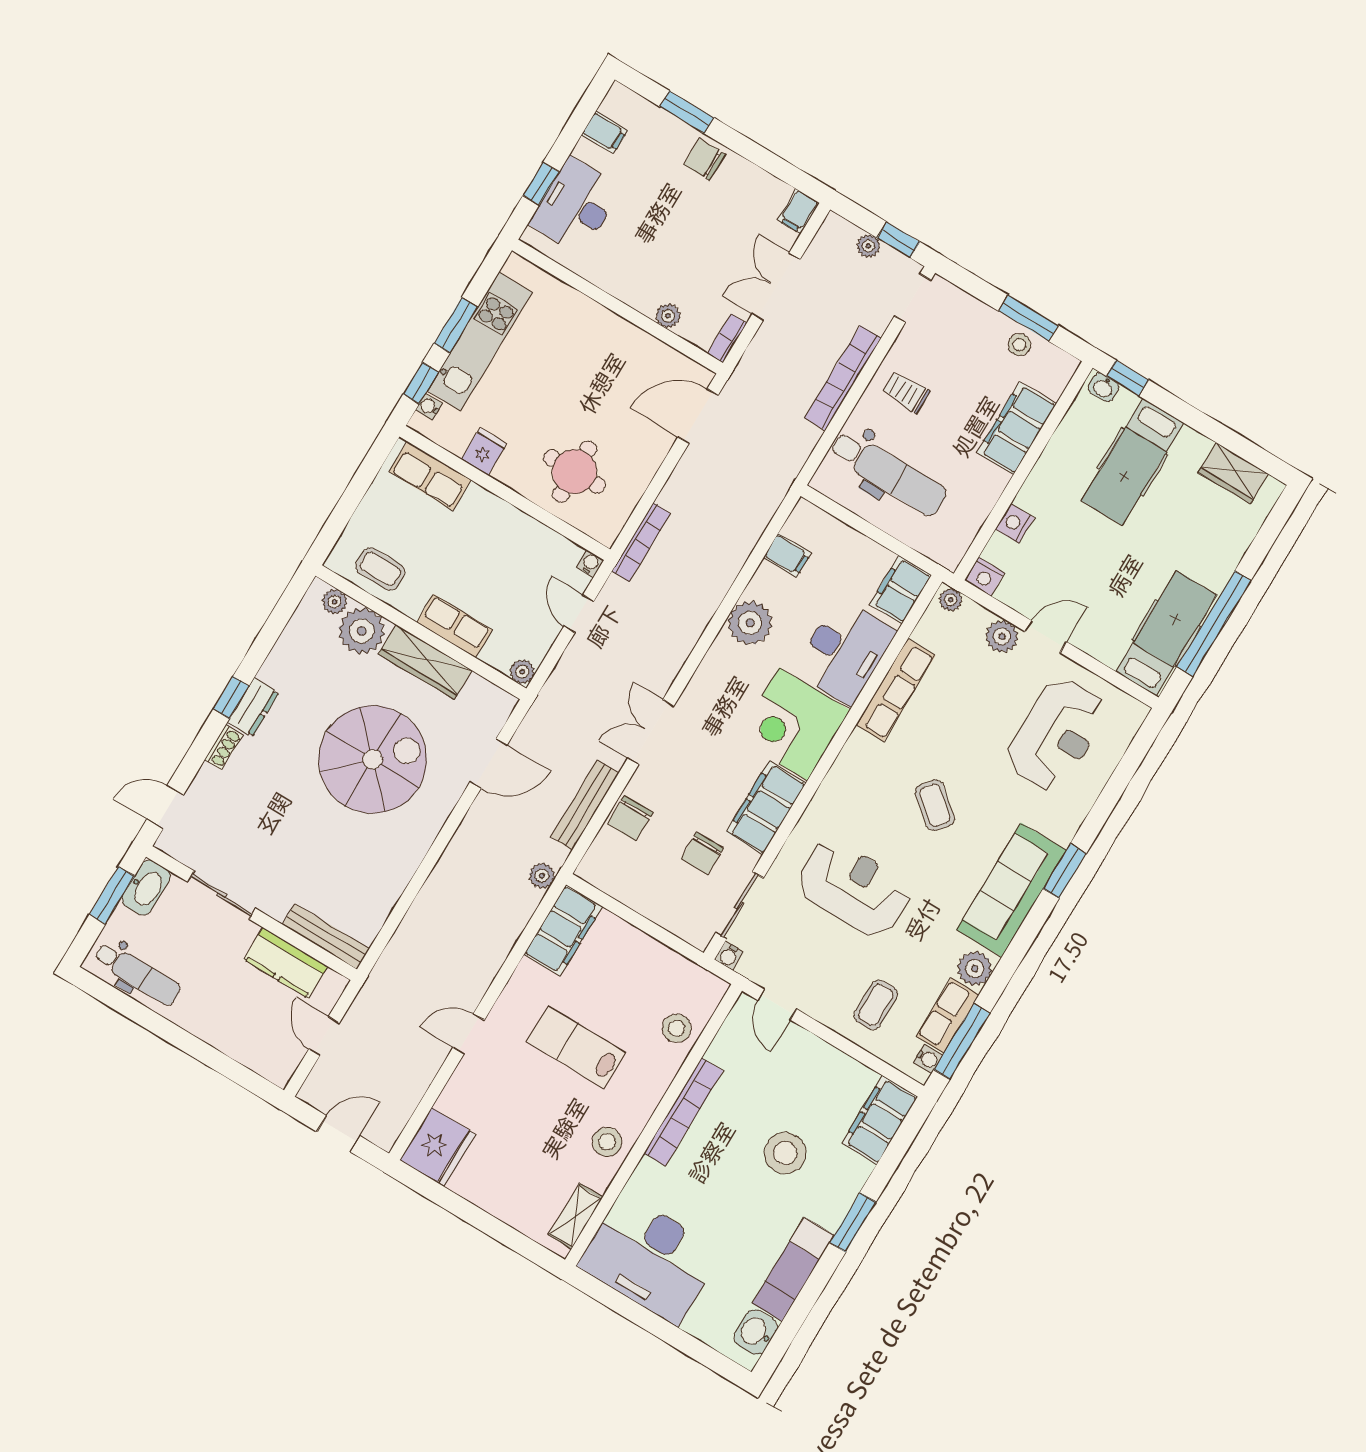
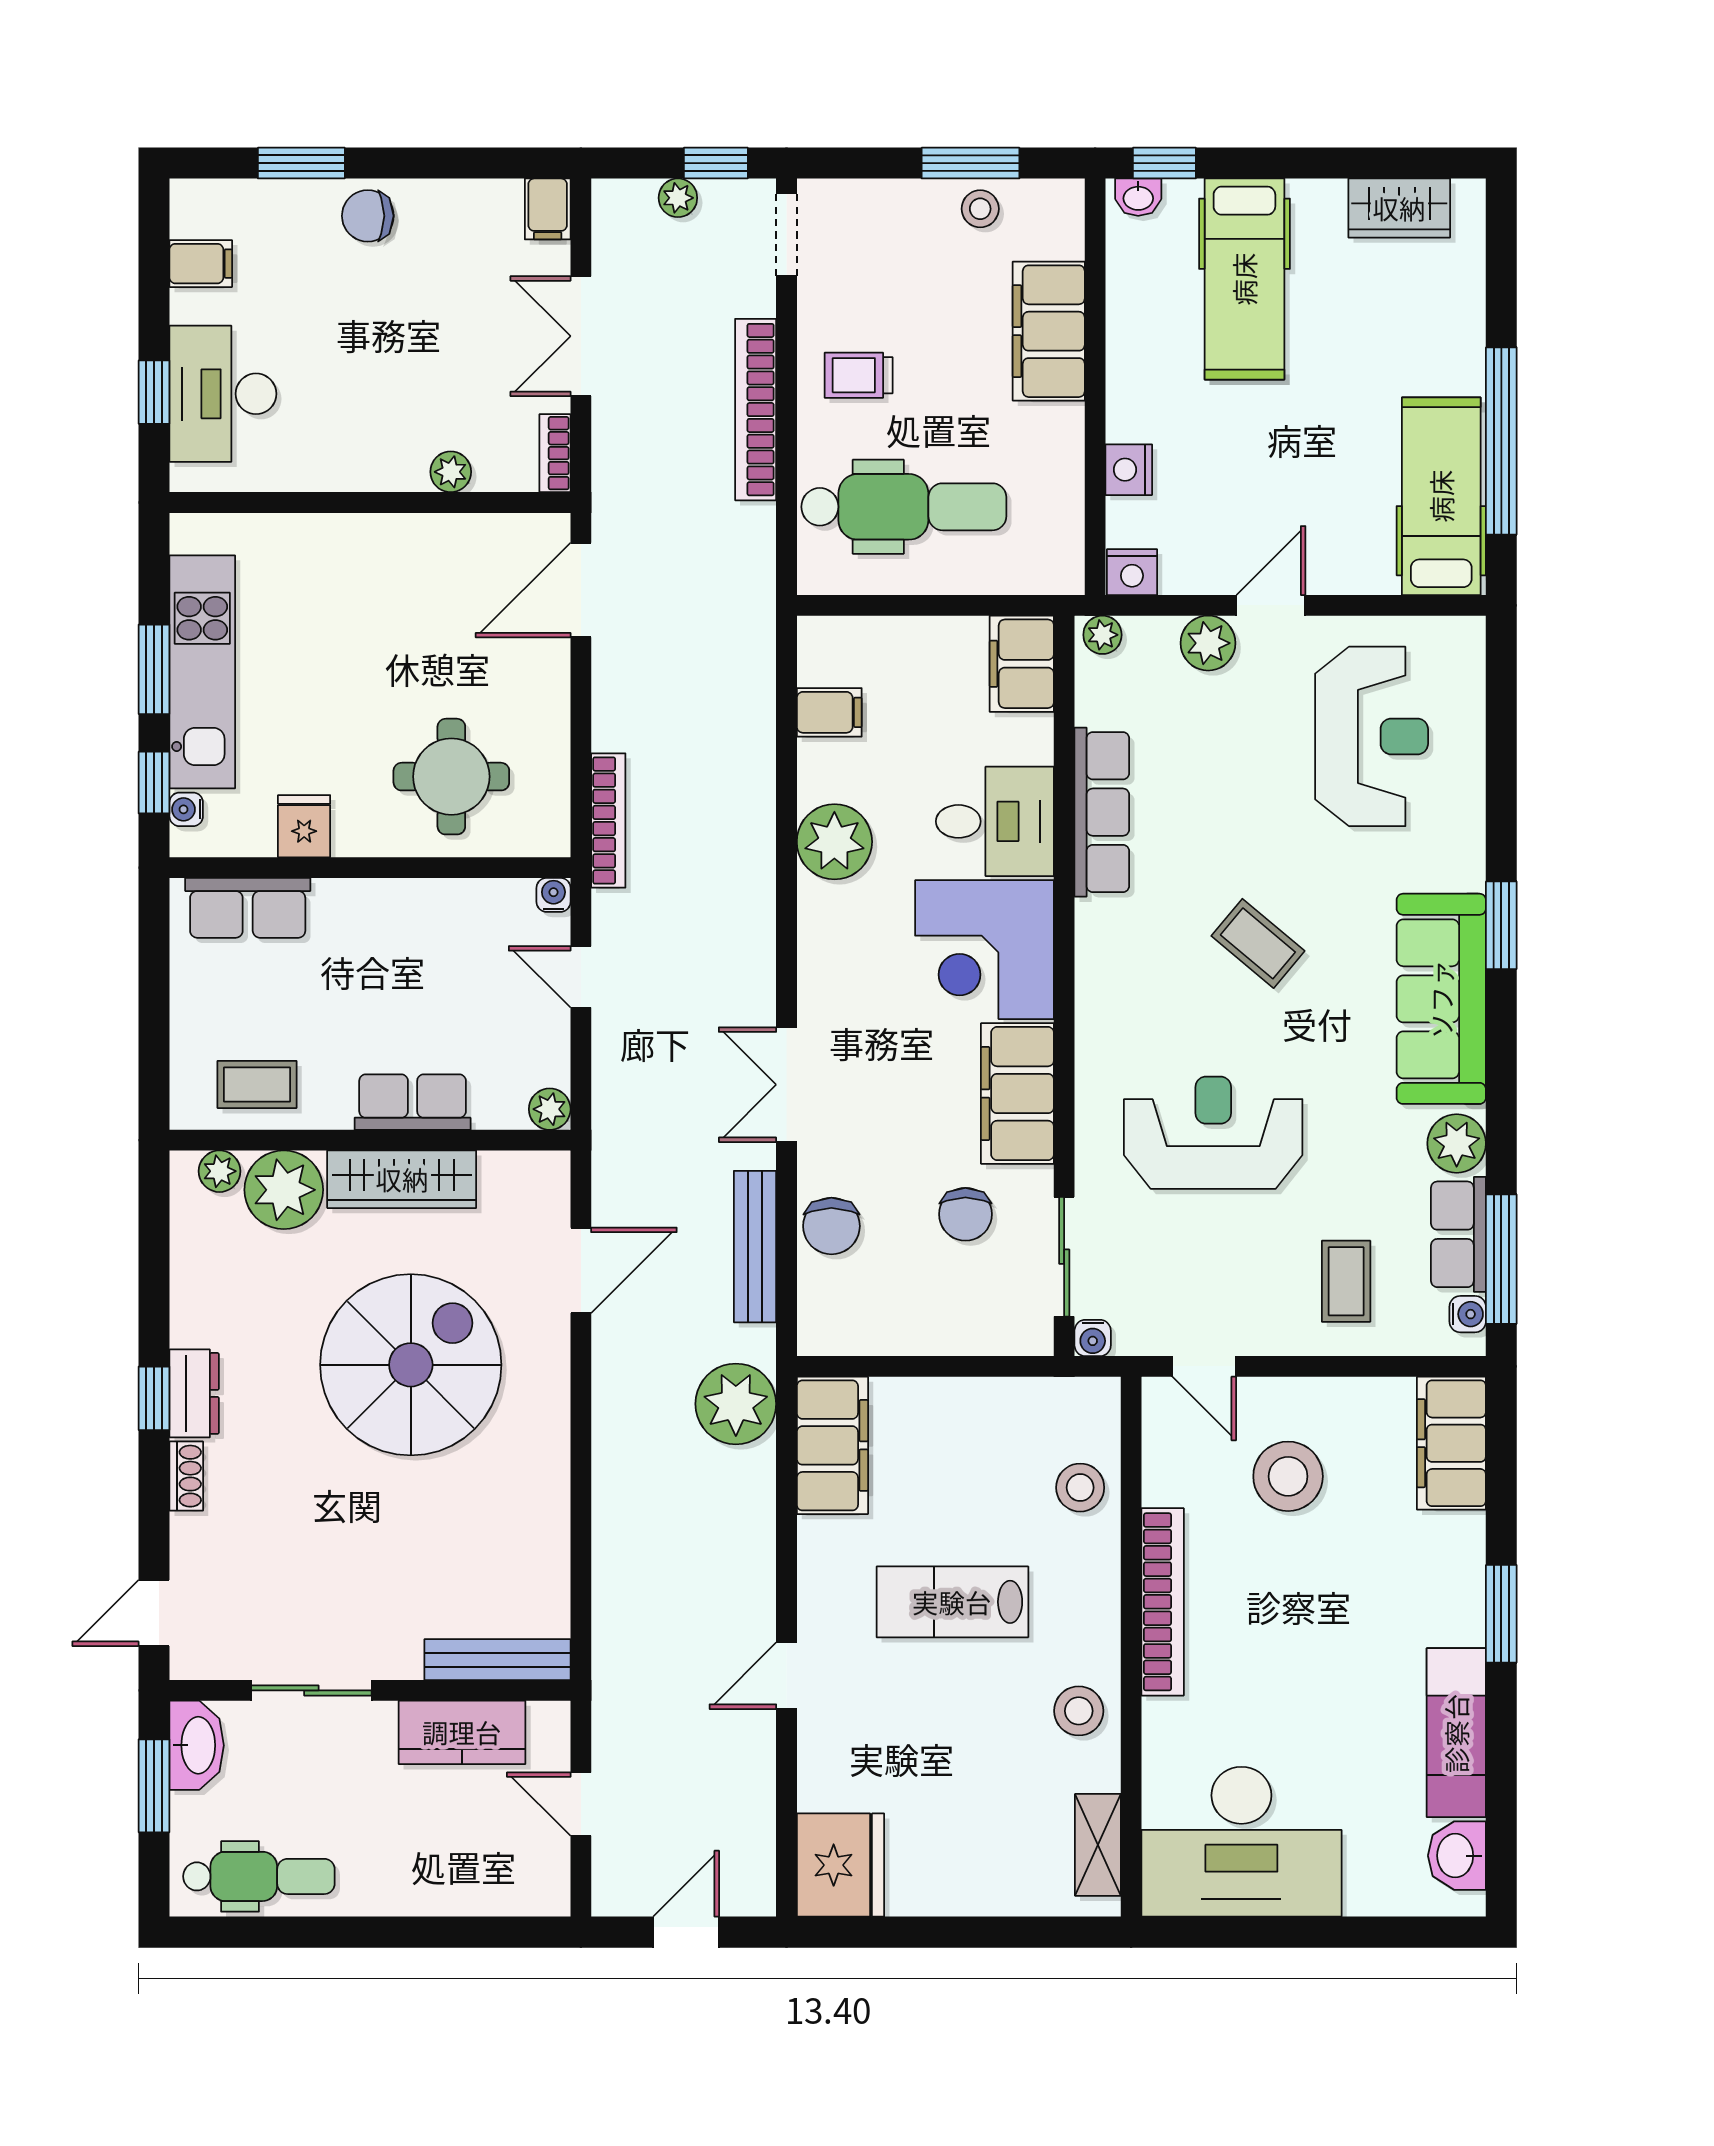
desk: (844, 651) -> (995, 821), width x0.73
plant: (542, 876) -> (736, 1404), width x1.88, depth x1.88
stool: (785, 1153) -> (1288, 1476), moved

